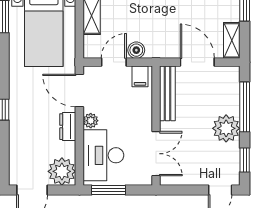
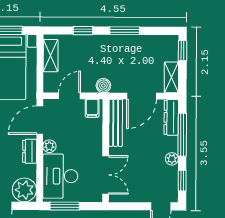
boiler: (136, 50) -> (103, 86), moved
door: (197, 62) -> (142, 96), swing flipped
dresser: (232, 87) -> (171, 117), added
door: (79, 91) -> (40, 120), hinge flipped
plant: (226, 128) -> (172, 159), width x0.53, depth x0.53

